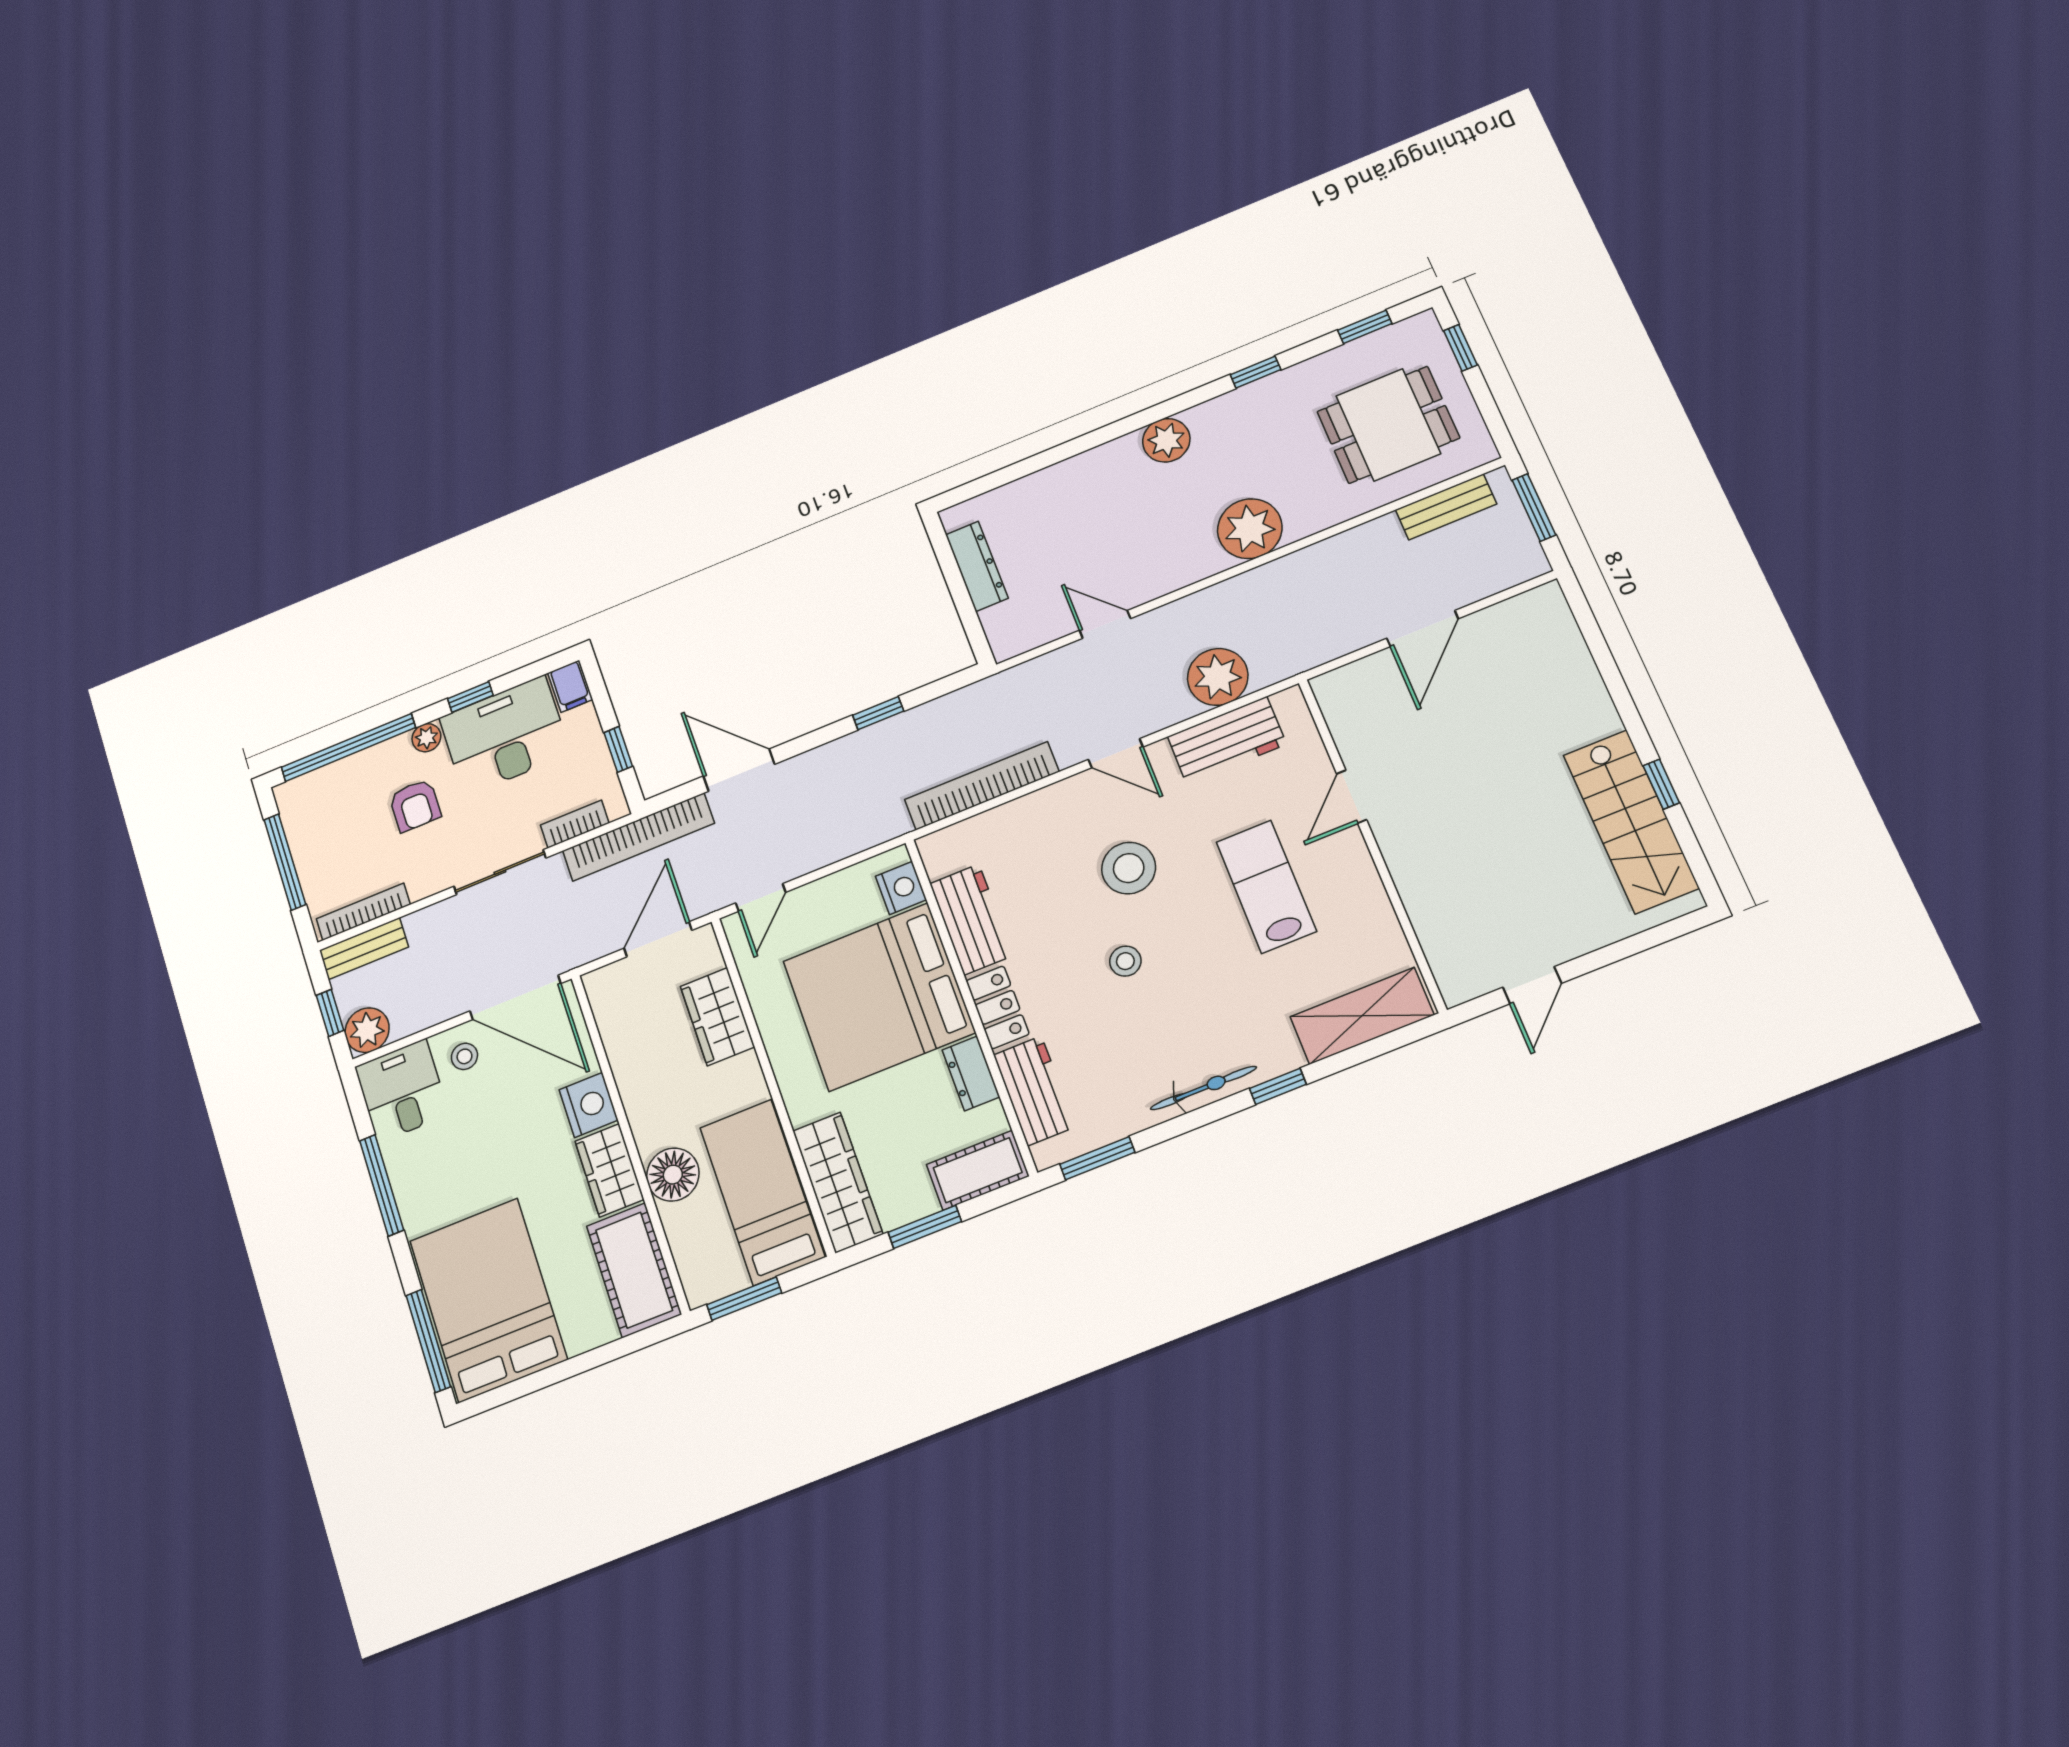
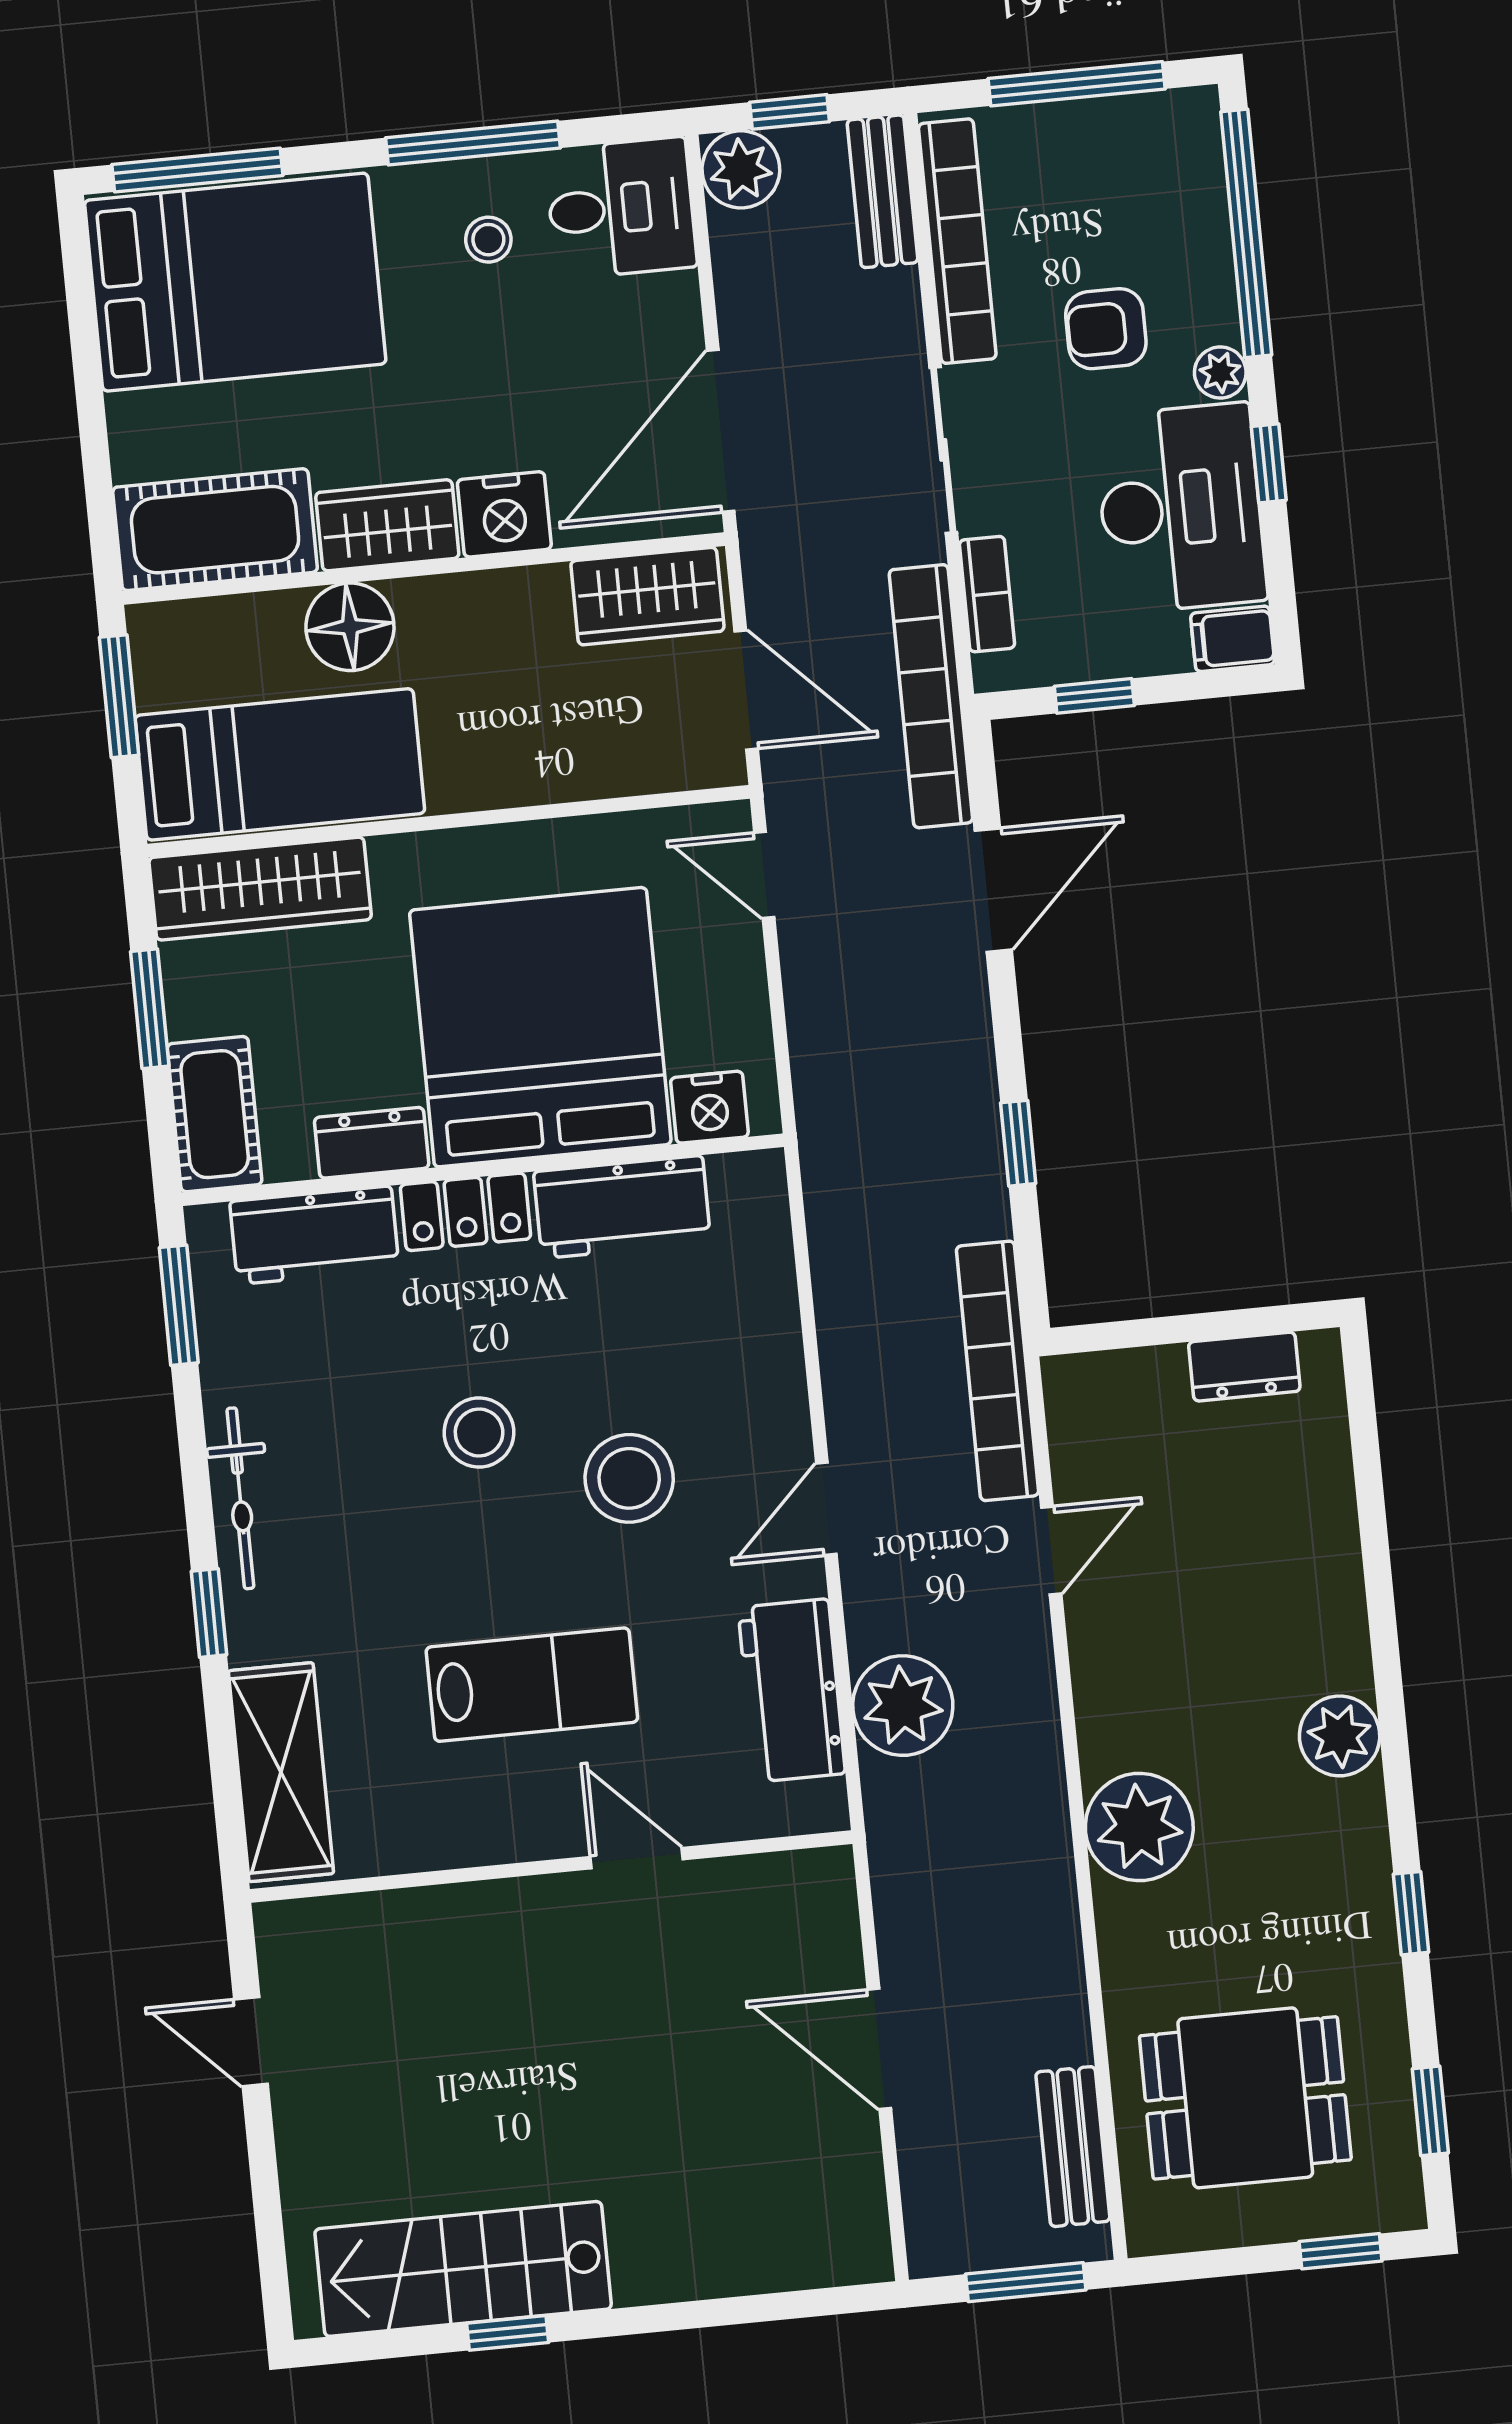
dining table: (1388, 425) -> (1245, 2098), turned 90
dresser: (977, 566) -> (1244, 1367), width x0.70
bookcase: (982, 786) -> (997, 1371), moved, turned 180
bookcase: (363, 912) -> (957, 241), width x1.48, depth x1.31
stool: (1125, 961) -> (479, 1432), width x1.37, depth x1.37
wardrobe: (717, 1017) -> (647, 596), moved, turned 180
stool: (464, 1056) -> (488, 240), moved

